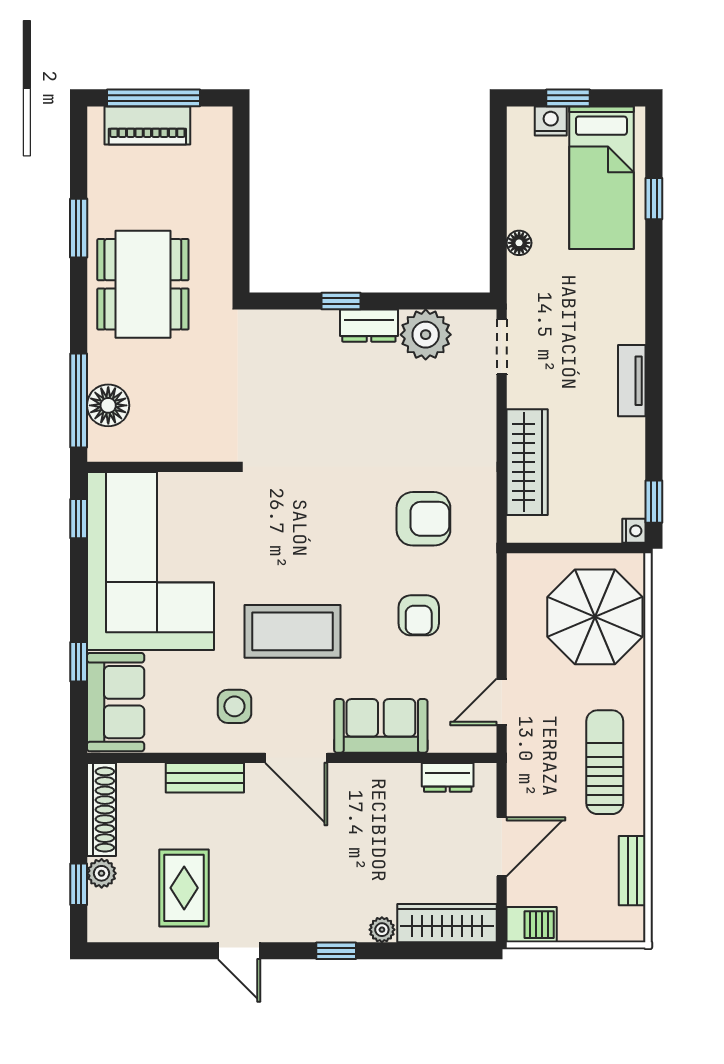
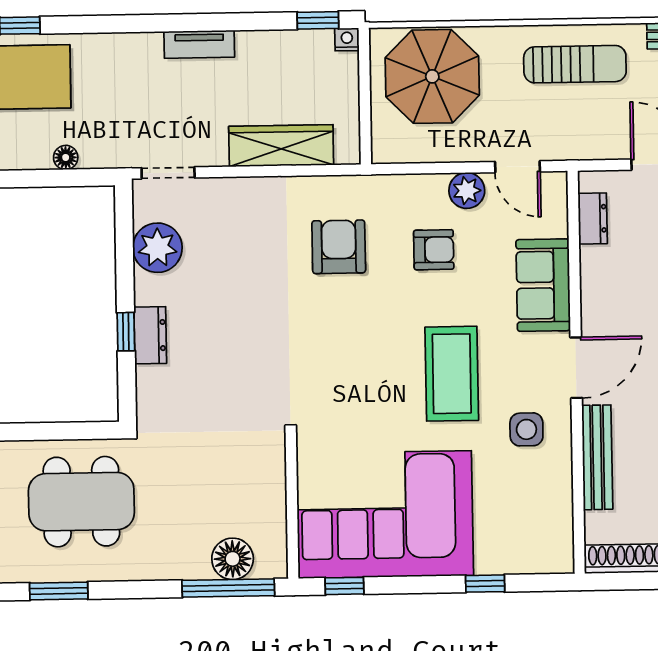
dining table: (143, 284) -> (81, 502), moved
dresser: (369, 326) -> (150, 335), moved
plant: (478, 650) -> (467, 191), added
sofa: (116, 702) -> (524, 546), removed
sun lounger: (605, 762) -> (575, 64), turned 180
bench: (205, 778) -> (597, 457), width x1.36

